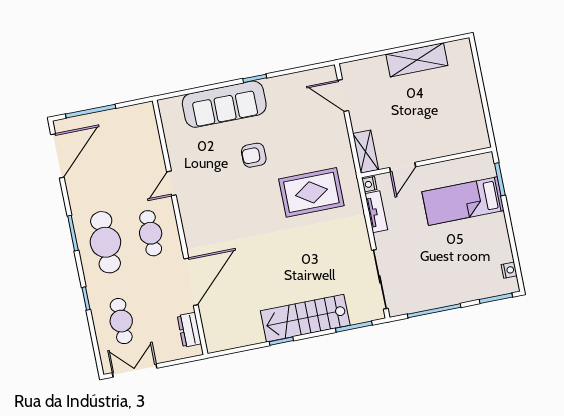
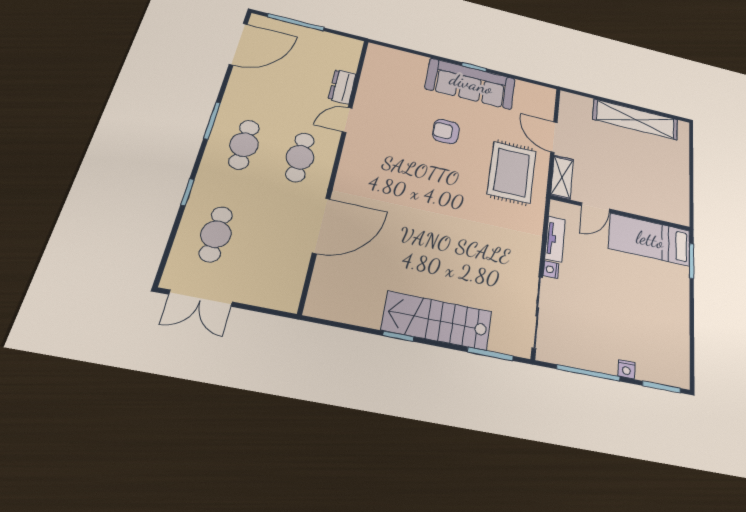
shelving: (417, 60) -> (636, 119), width x1.47
door: (343, 95) -> (554, 137), moved
sofa: (224, 104) -> (471, 84), moved
nightstand: (369, 184) -> (551, 270), moved
rug: (311, 192) -> (512, 172), moved, turned 90
bed: (463, 201) -> (650, 240), moved
cafe table: (105, 242) -> (244, 145), width x0.73, depth x0.74
nightstand: (509, 270) -> (626, 369), moved, turned 90
dresser: (189, 330) -> (342, 87), moved
double door: (135, 371) -> (201, 298), swing flipped

